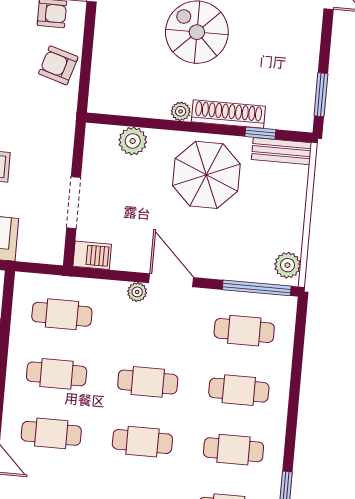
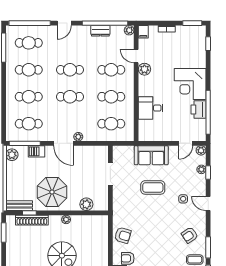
shoe rack: (228, 114) -> (32, 220), moved
barbecue: (92, 255) -> (36, 151), moved

